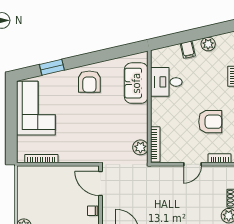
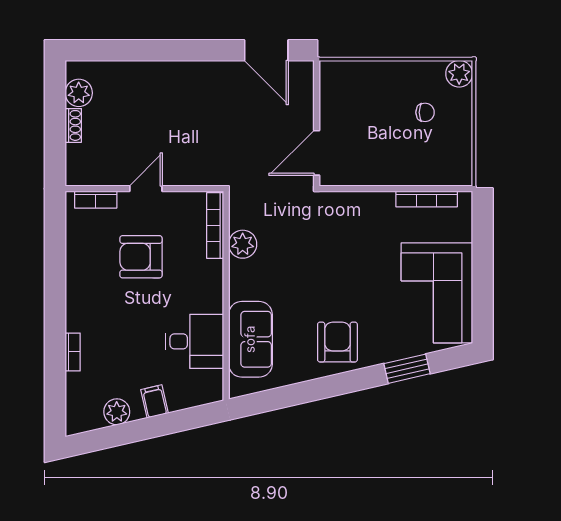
armchair: (210, 122) -> (141, 257), moved
plant: (140, 147) -> (243, 244), moved
door: (101, 183) -> (317, 153), swing flipped
chair: (93, 211) -> (425, 112), moved

